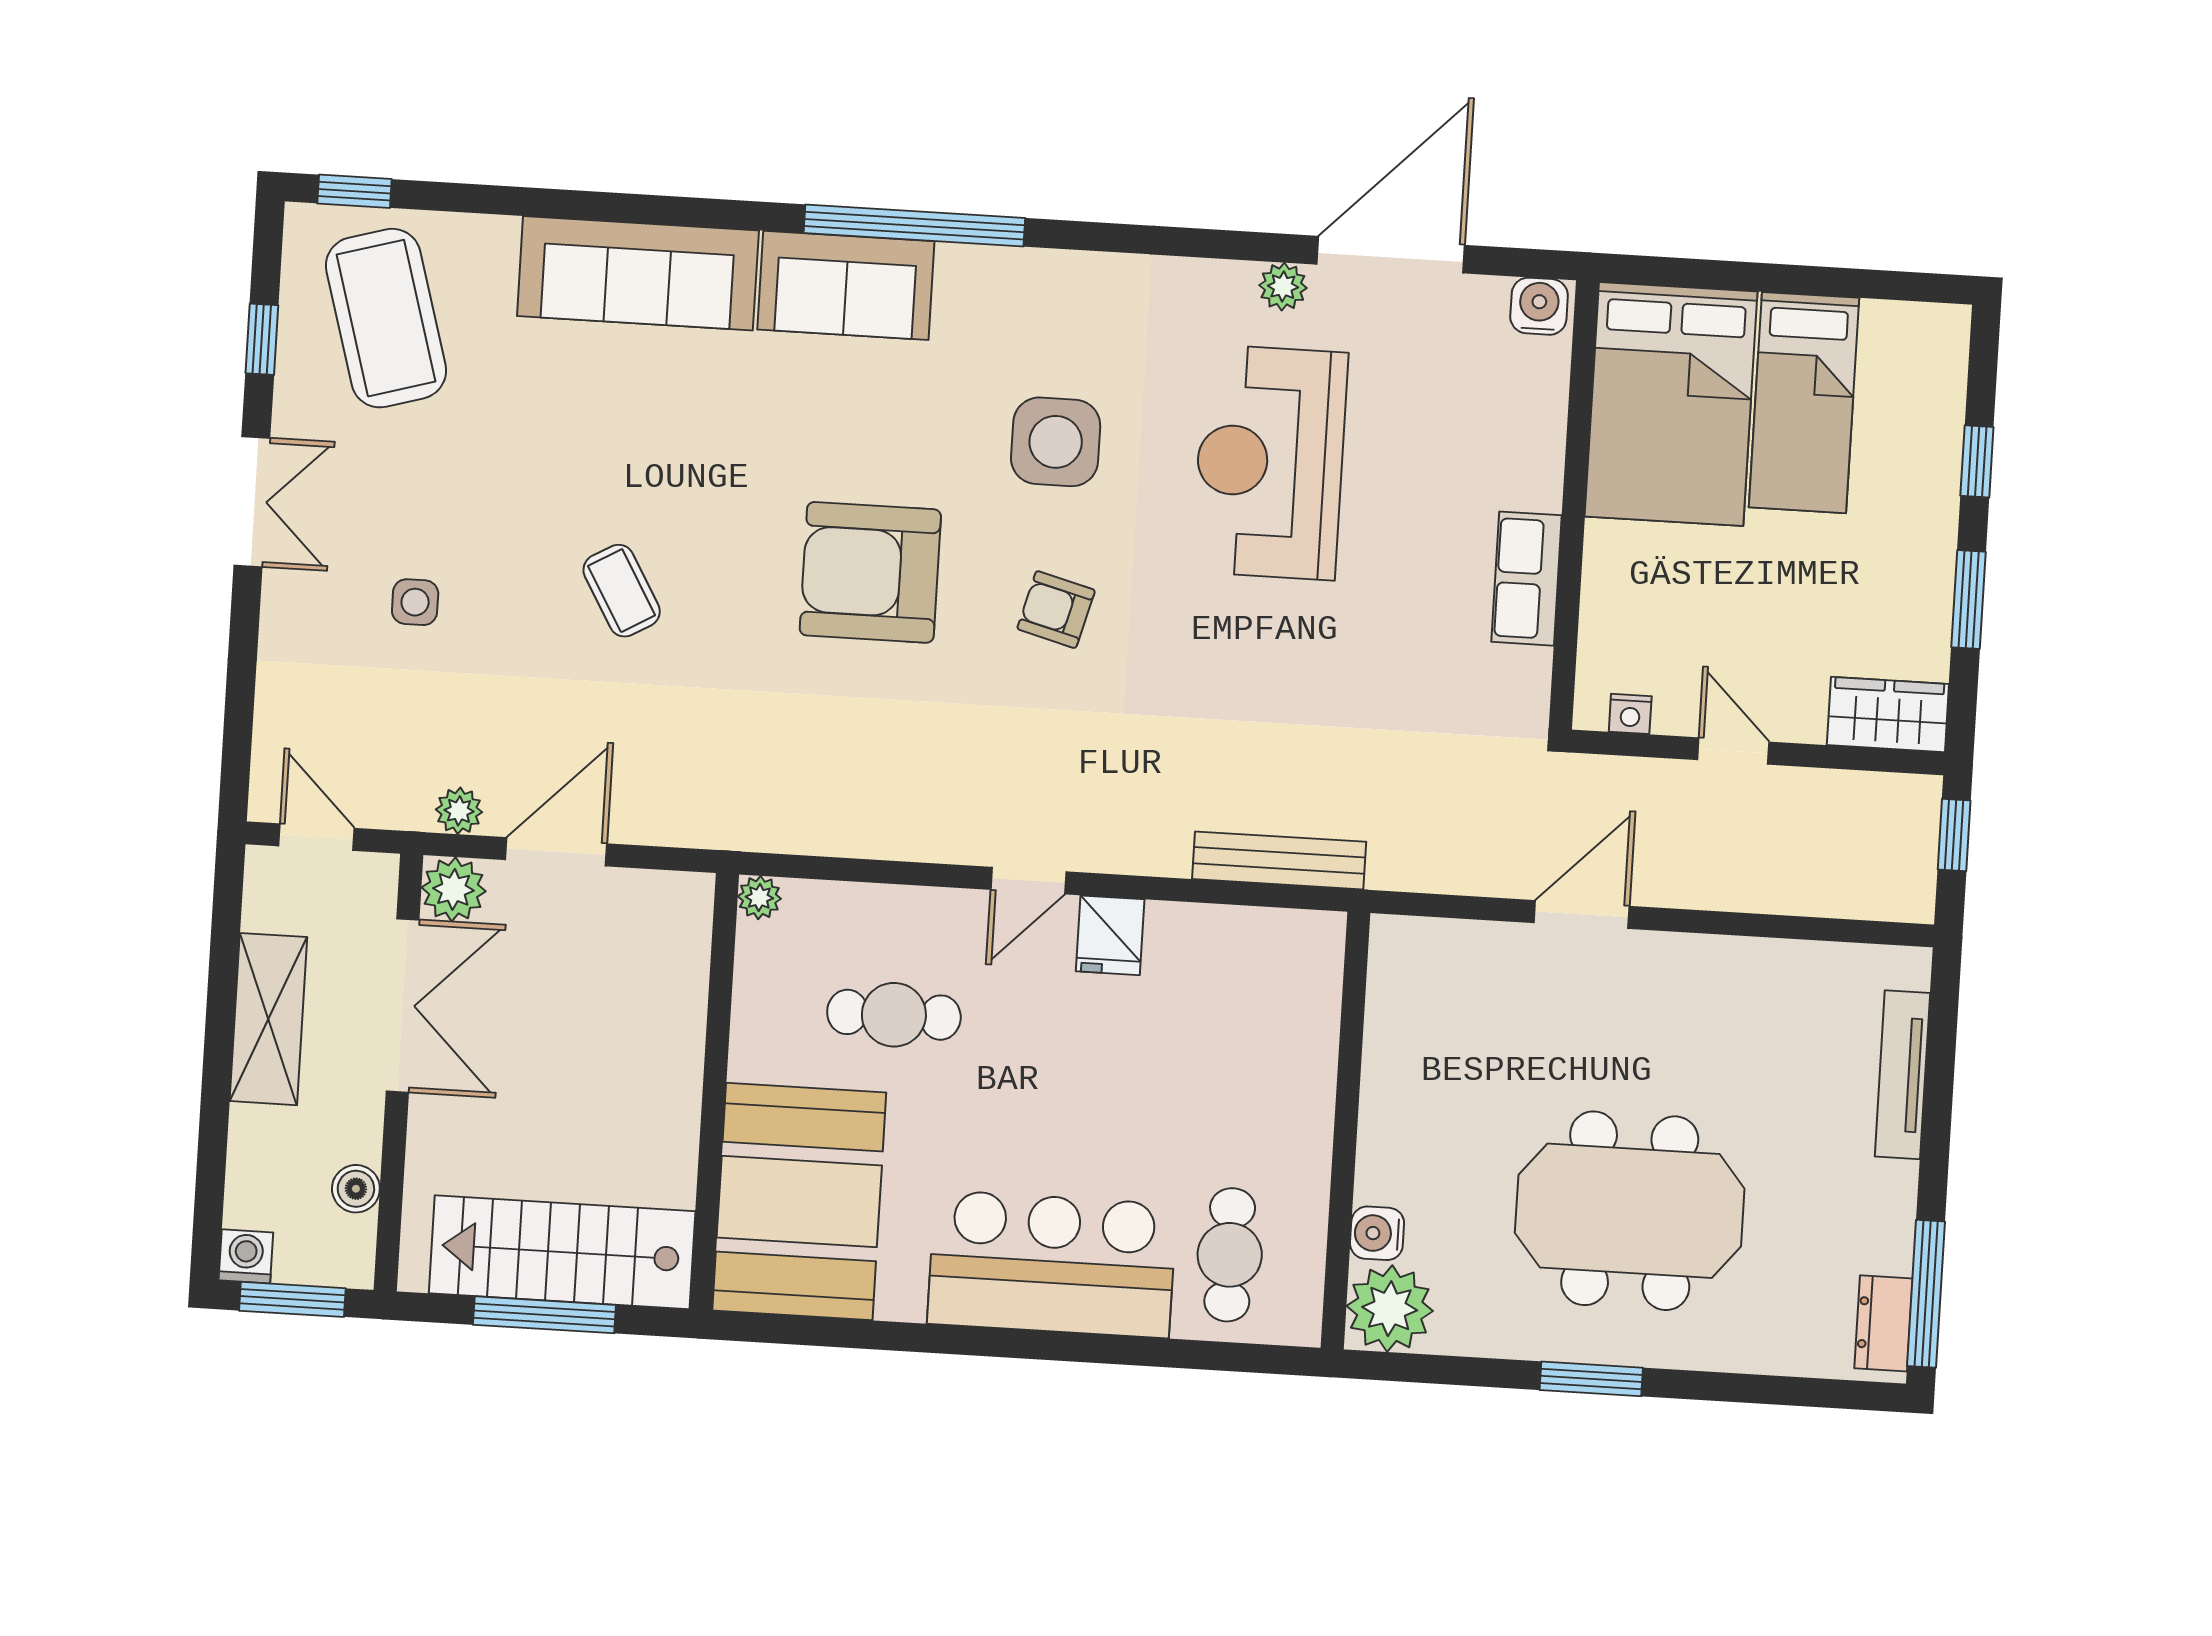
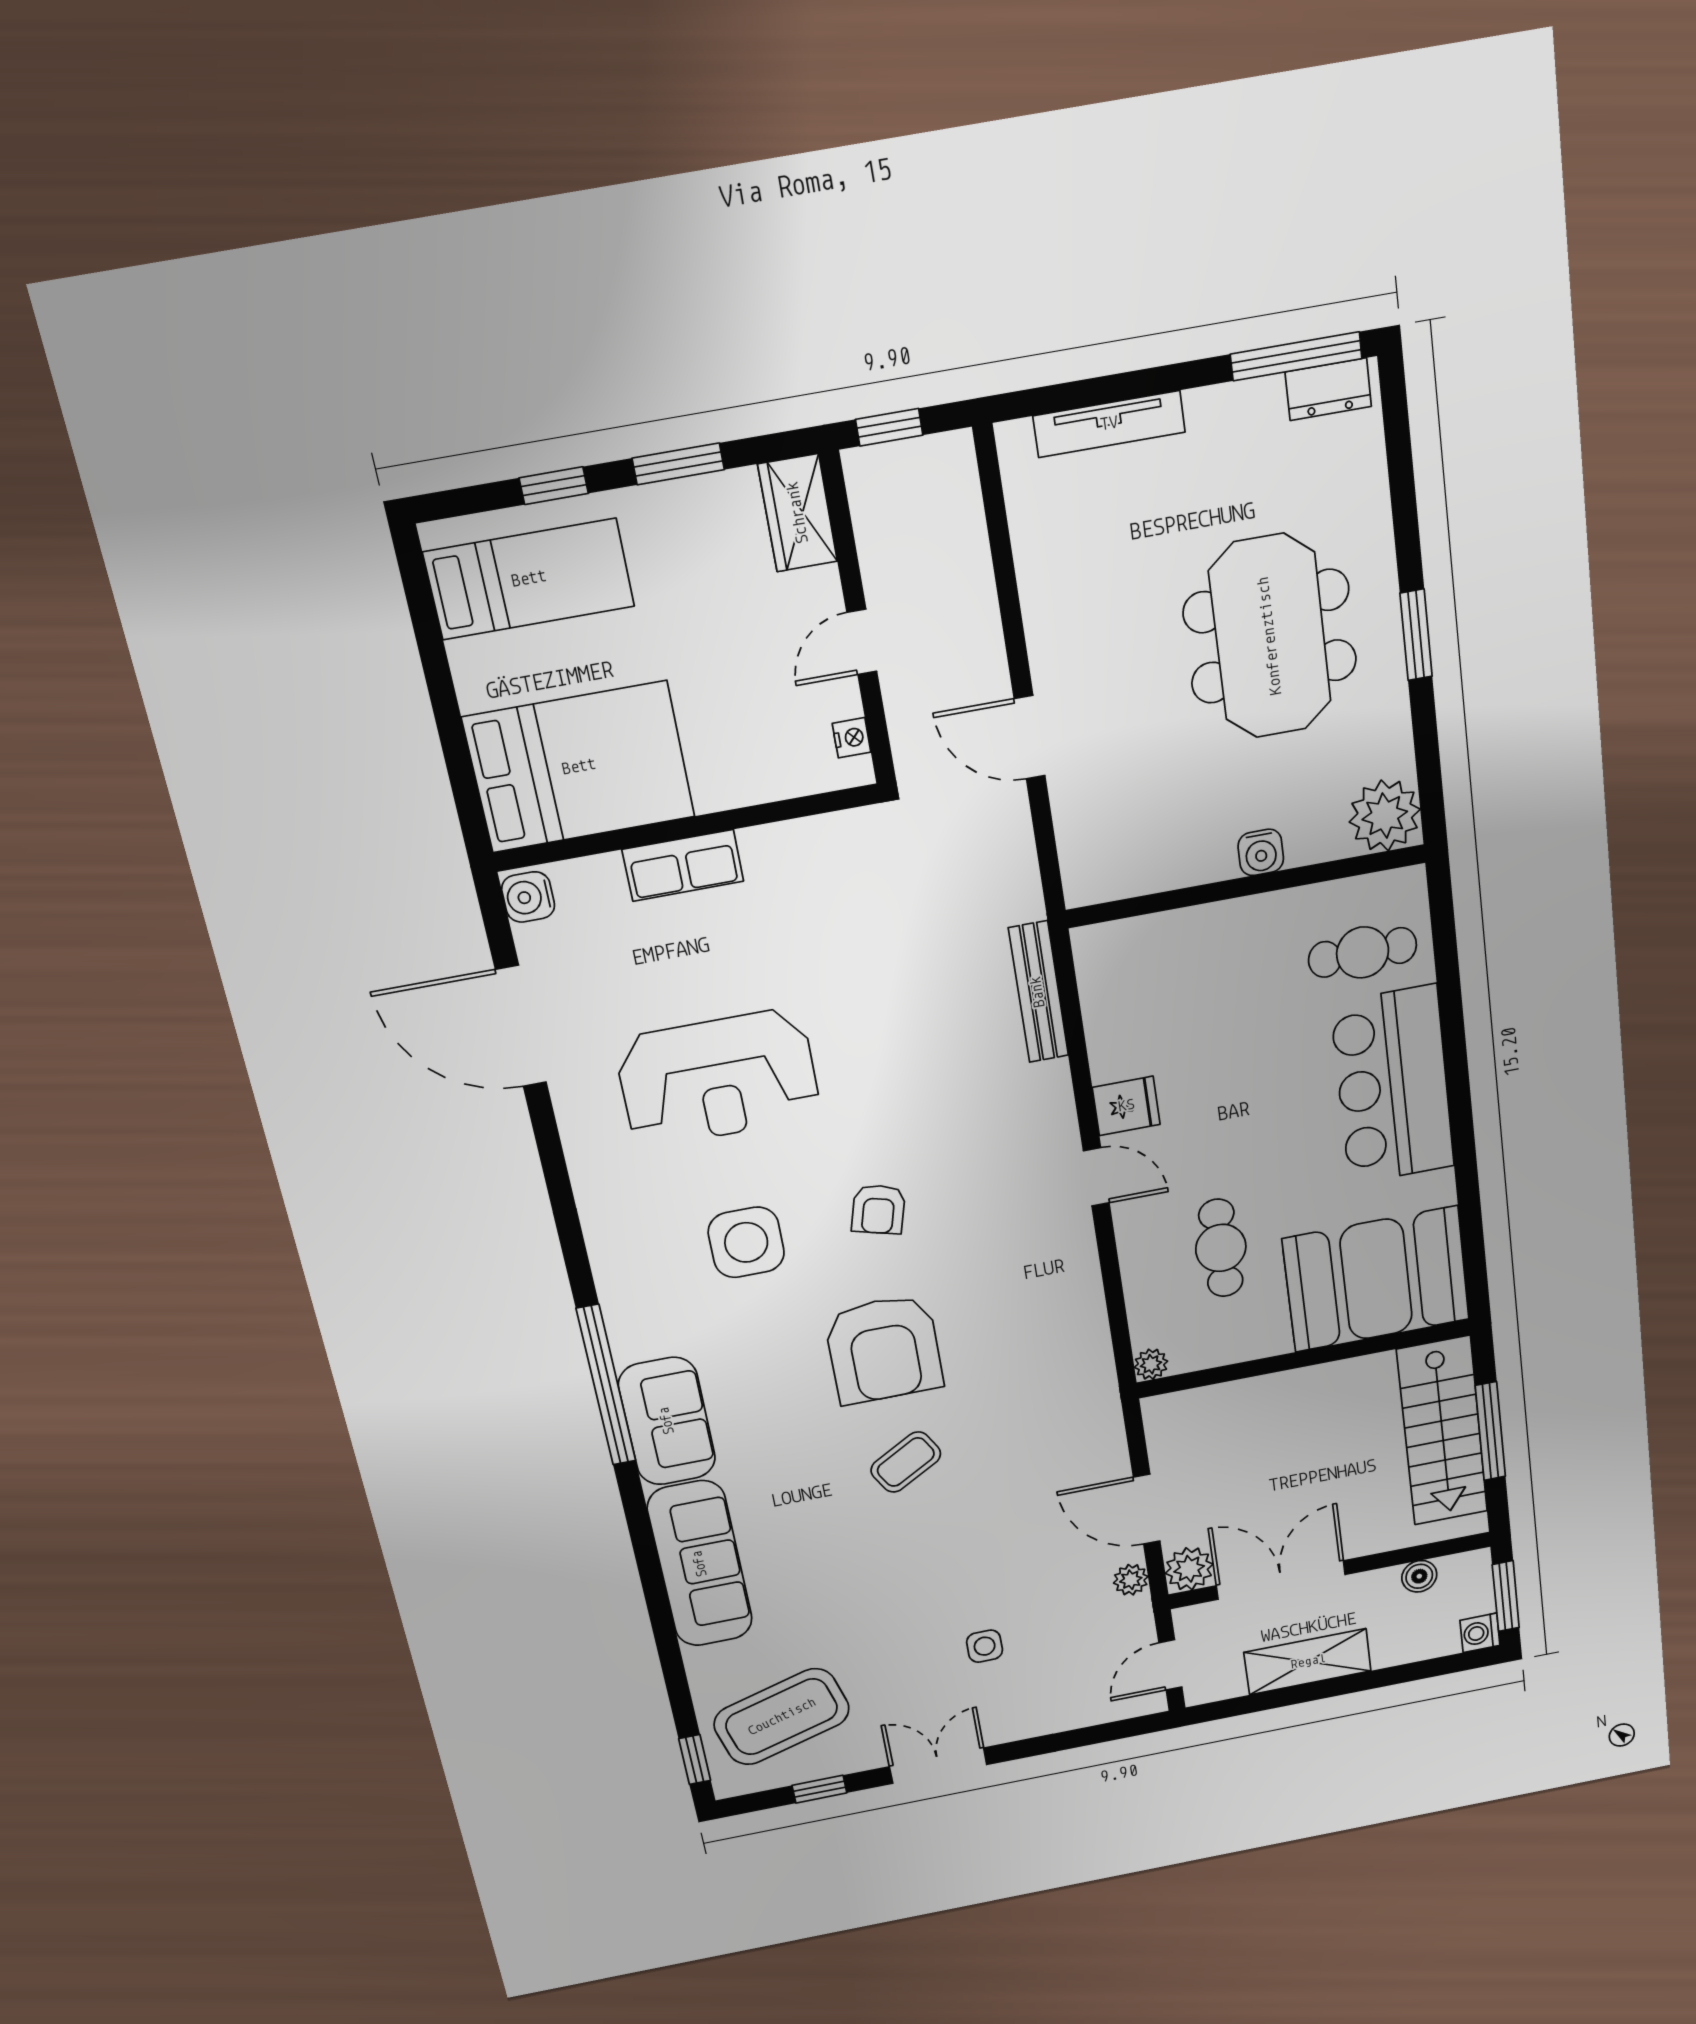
plant: (1283, 287) -> (572, 1103), removed
bed: (1804, 403) -> (529, 579), moved
row of seats: (1527, 579) -> (683, 865), moved
coffee table: (622, 591) -> (906, 1462), moved
water cooler: (1377, 1233) -> (1261, 852), moved

